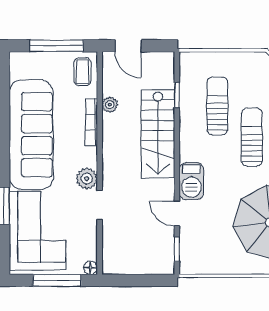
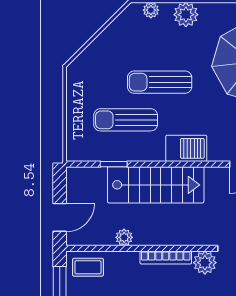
bookcase: (91, 122) -> (166, 258), moved
barbecue: (191, 181) -> (186, 148), moved

